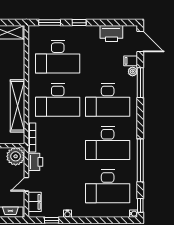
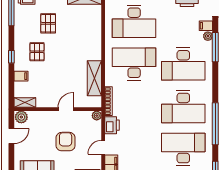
desk: (58, 100) -> (134, 64), turned 180
shelving: (17, 106) -> (94, 78), width x0.68
plant: (16, 156) -> (97, 116), width x0.53, depth x0.53
desk: (108, 186) -> (183, 149), turned 180

